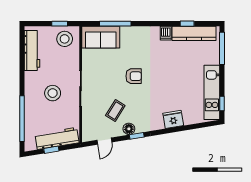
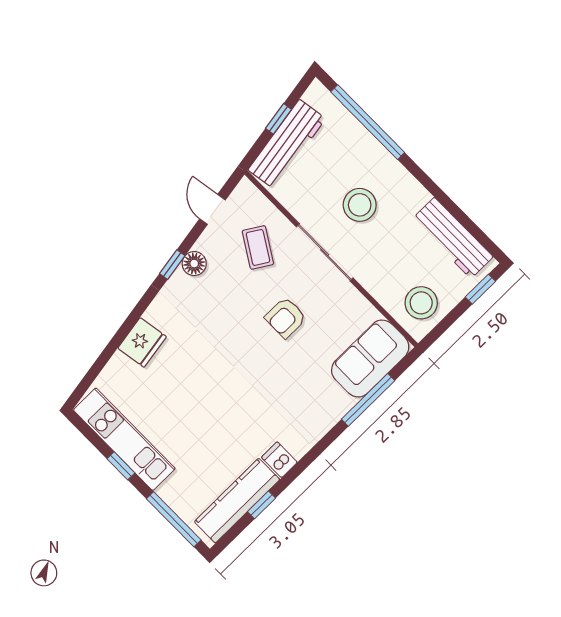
window: (60, 24) -> (480, 289), moved
armchair: (134, 76) -> (286, 318), moved
window: (222, 103) -> (121, 466), moved
coffee table: (115, 111) -> (258, 247), moved

